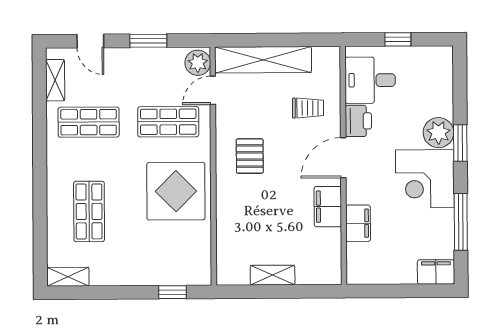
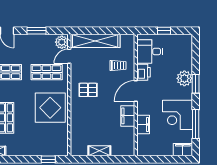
pallet: (250, 156) -> (88, 90), turned 90
corner desk: (425, 179) -> (177, 115), moved

